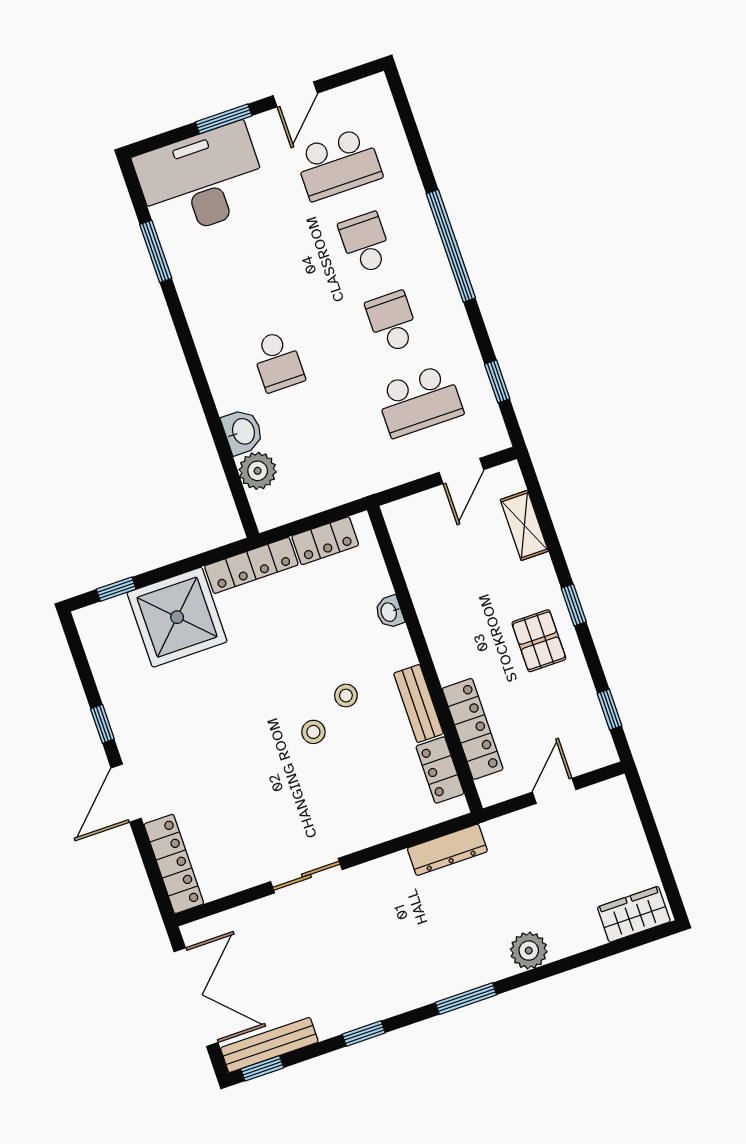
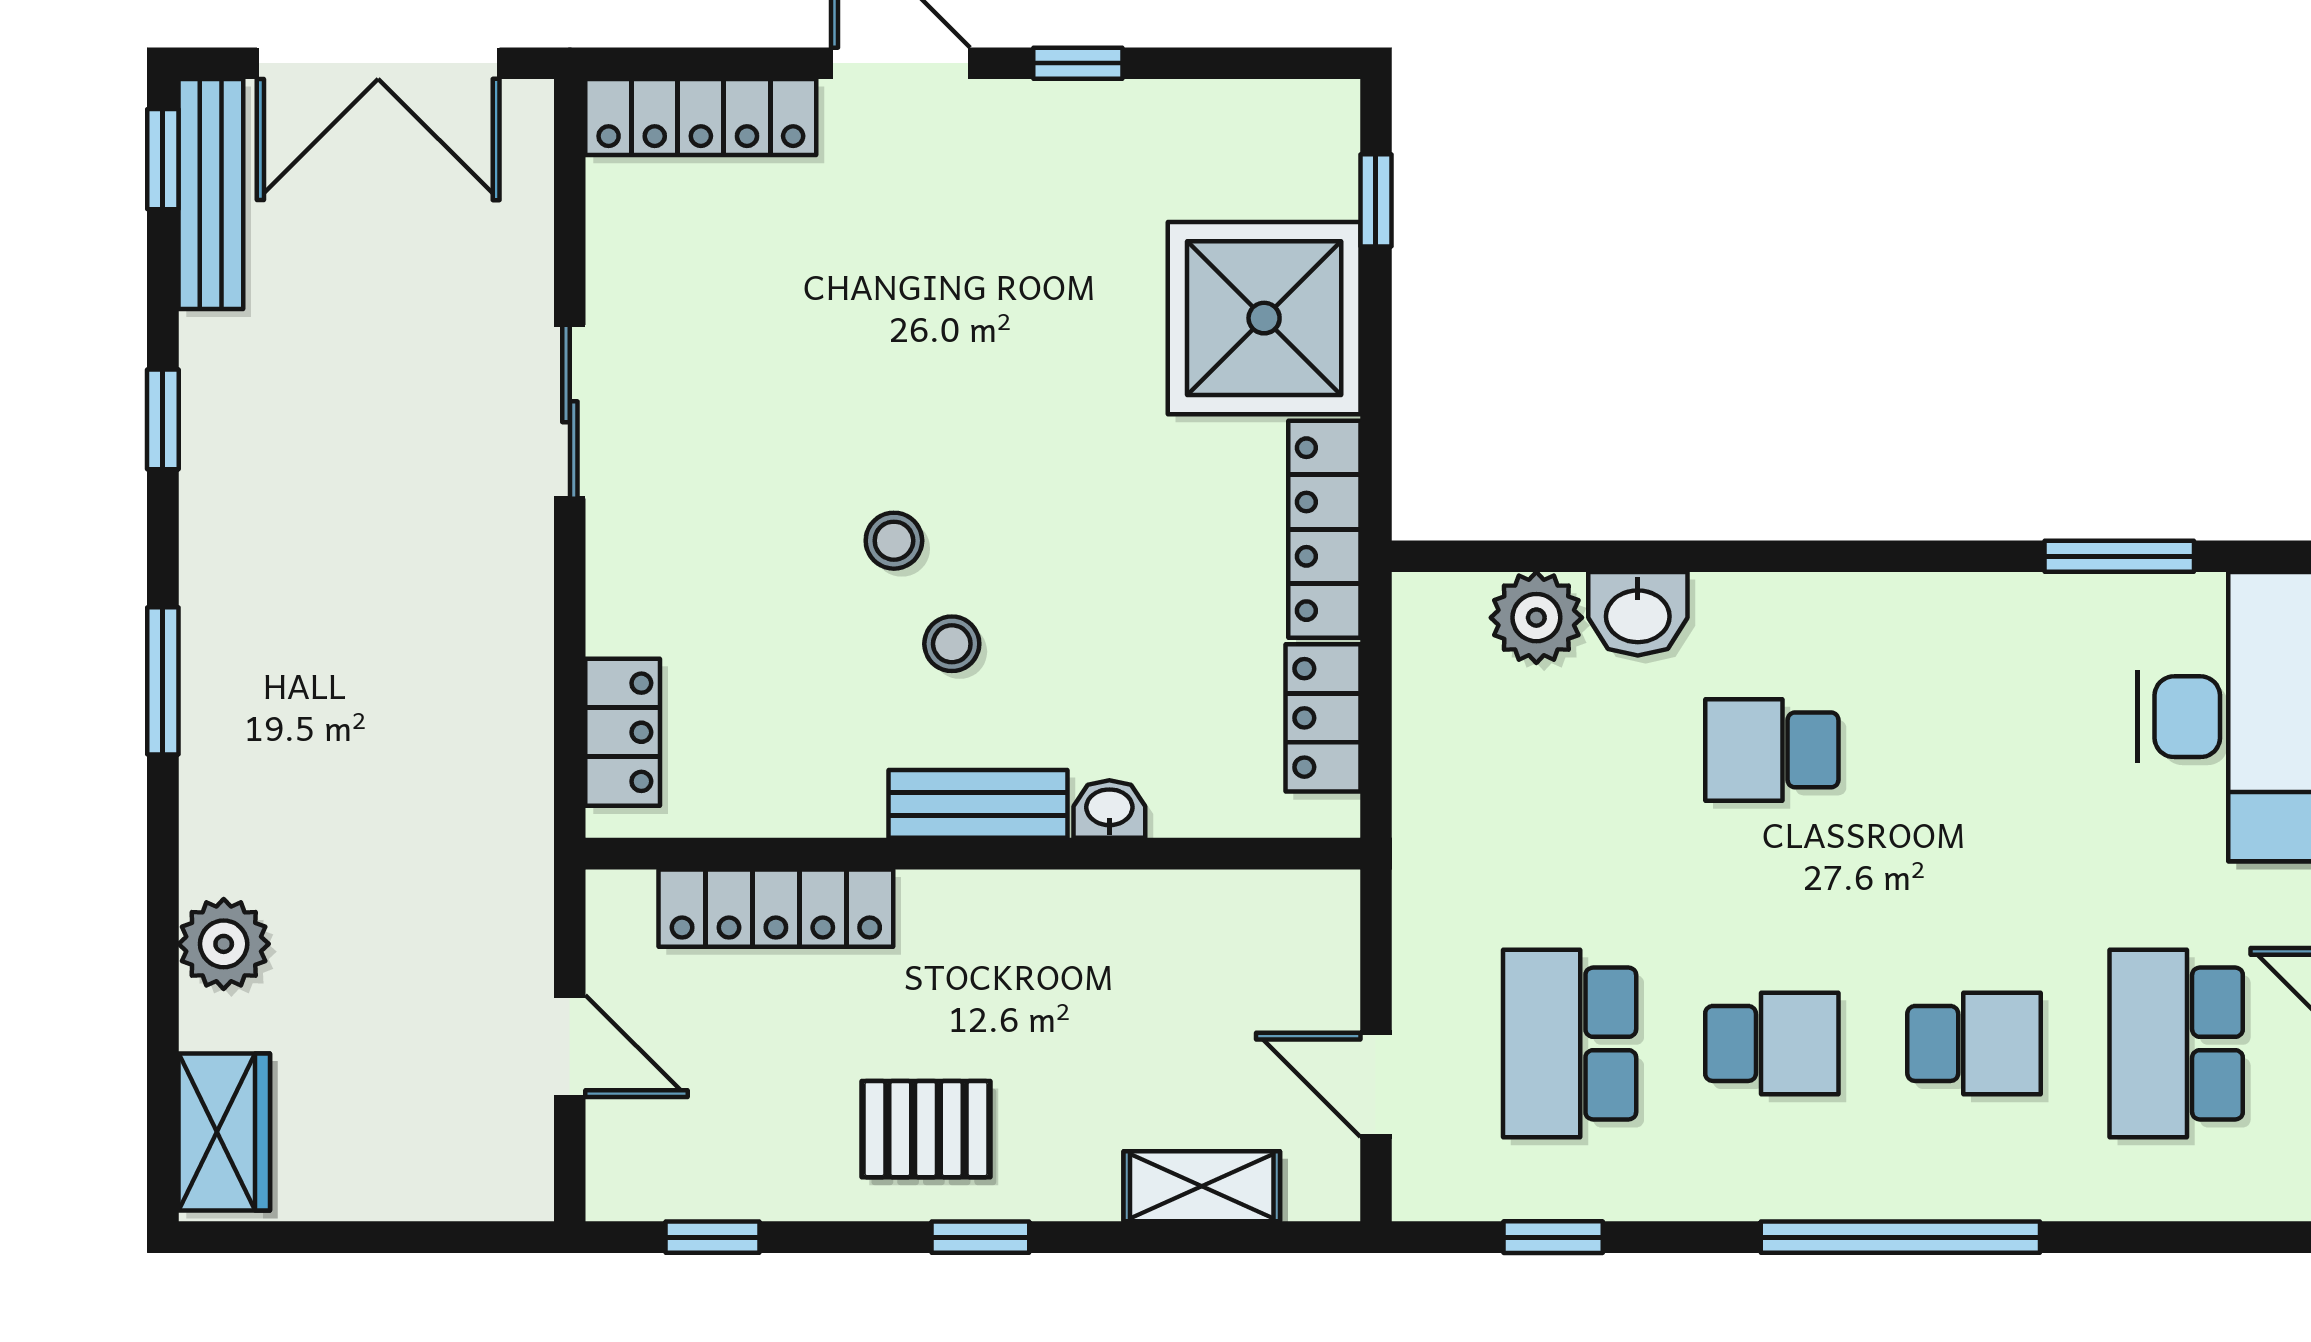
bench: (418, 703) -> (978, 804), moved
locker: (440, 770) -> (623, 732), moved, turned 90
dresser: (447, 850) -> (518, 755), removed
plant: (529, 951) -> (224, 944), moved

